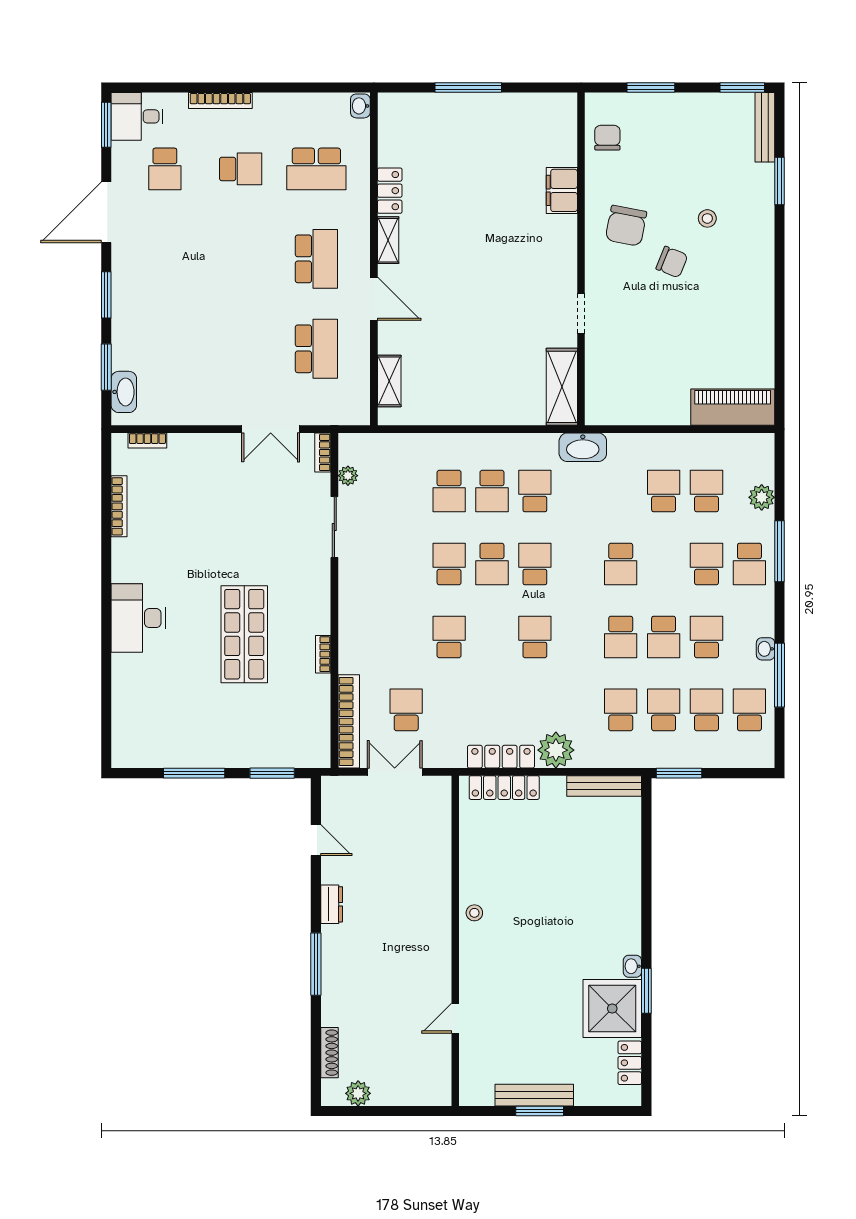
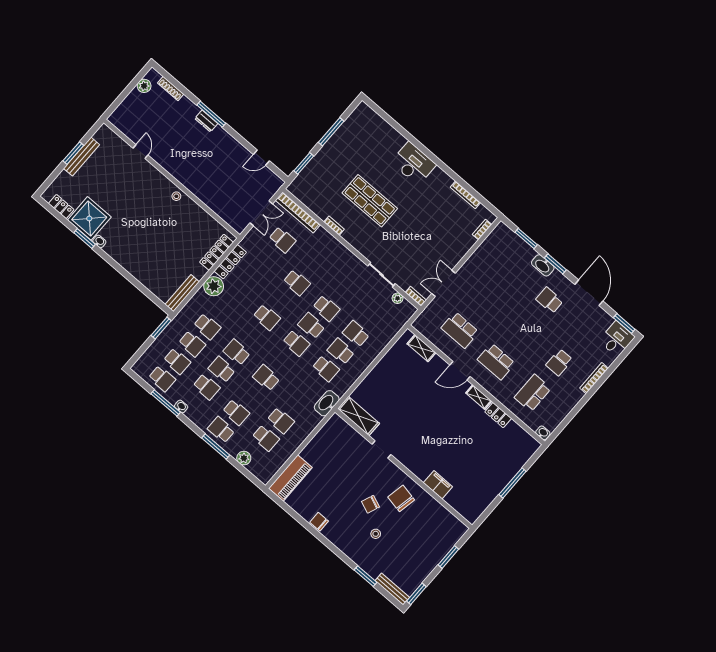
chair: (607, 138) -> (319, 522), moved, turned 180
school desk: (165, 169) -> (549, 300), moved
washbasin: (124, 392) -> (543, 265), moved
dresser: (332, 904) -> (206, 121), moved

